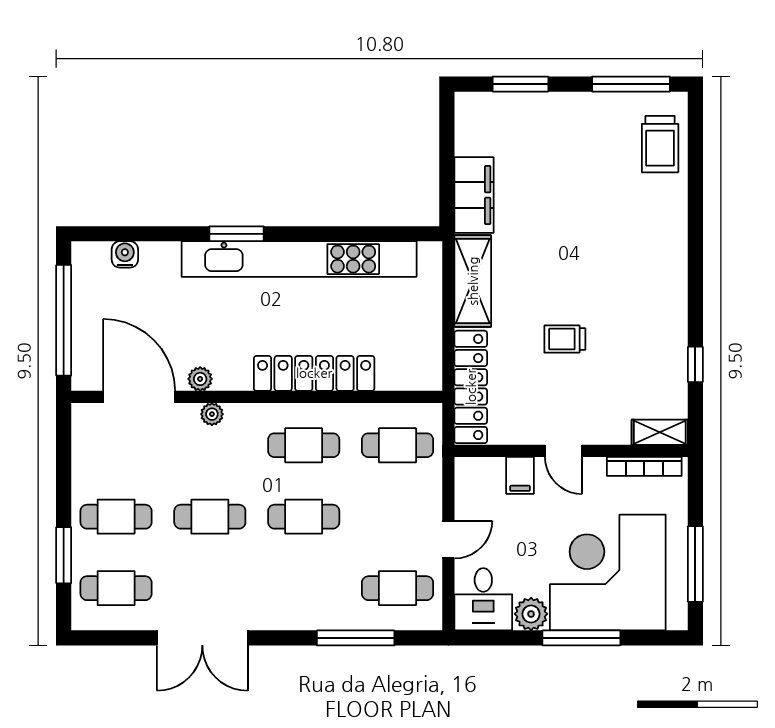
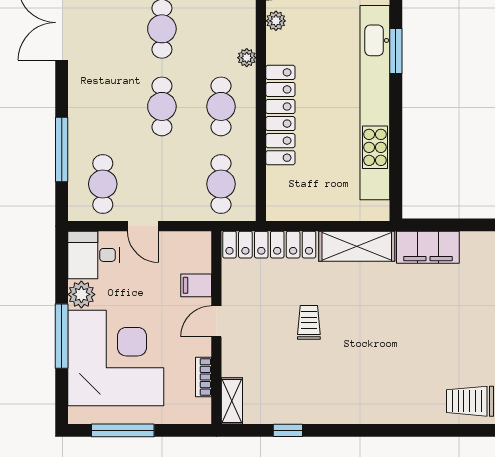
plant: (212, 414) -> (247, 58), moved
bookcase: (644, 466) -> (204, 377), width x0.64

